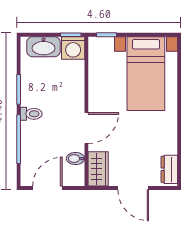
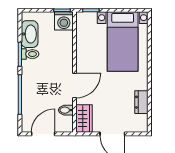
washbasin: (43, 47) -> (30, 34), moved, turned -90
toilet: (31, 114) -> (30, 54), moved
dresser: (169, 169) -> (141, 102), moved

